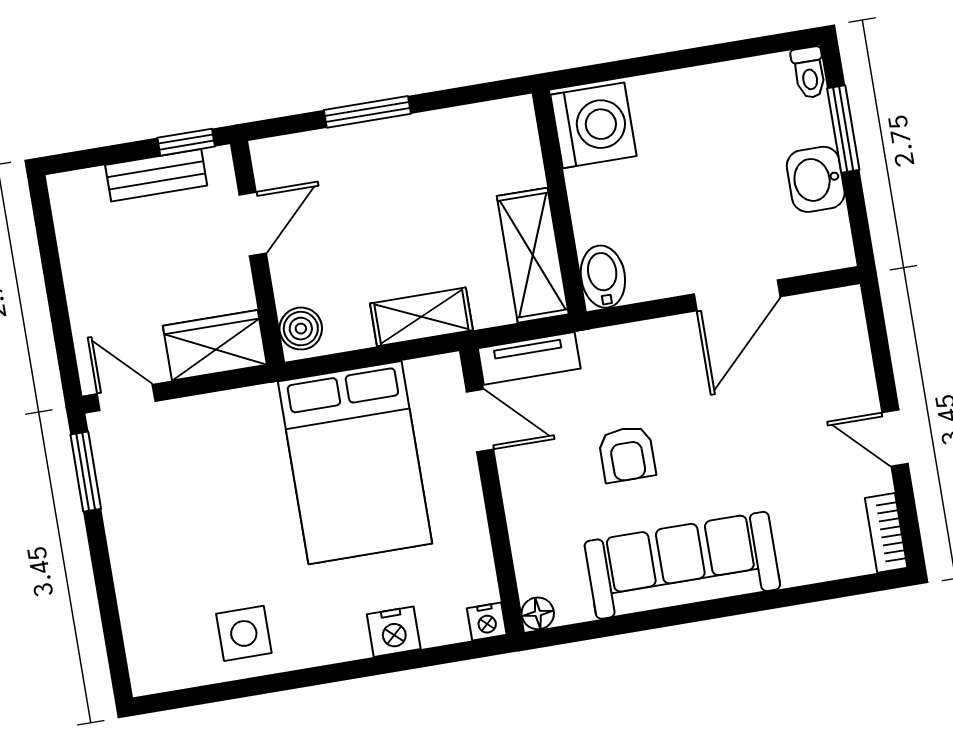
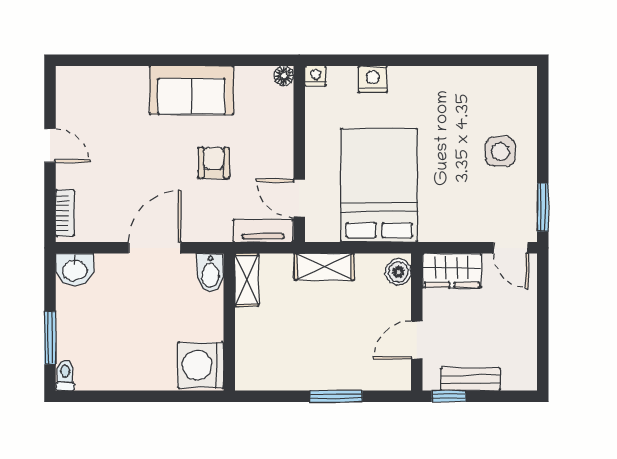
washbasin: (816, 179) -> (75, 270), moved, turned 90
shelving: (533, 255) -> (247, 280), width x0.67, depth x0.75
door: (737, 295) -> (155, 248), moved
bookcase: (886, 533) -> (65, 213), moved
sofa: (682, 565) -> (192, 90), width x0.73
side table: (244, 633) -> (500, 151), moved

